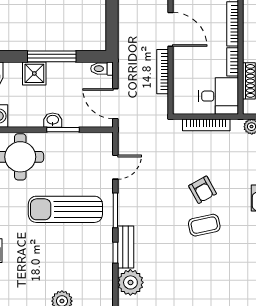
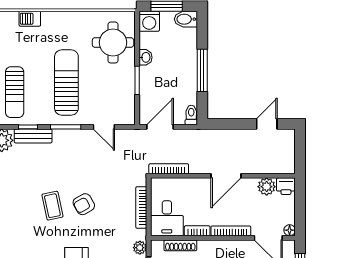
bookcase: (163, 72) -> (169, 169), moved
shower: (34, 73) -> (187, 55), removed
washbasin: (53, 120) -> (146, 57), moved
sun lounger: (76, 268) -> (15, 92), added

